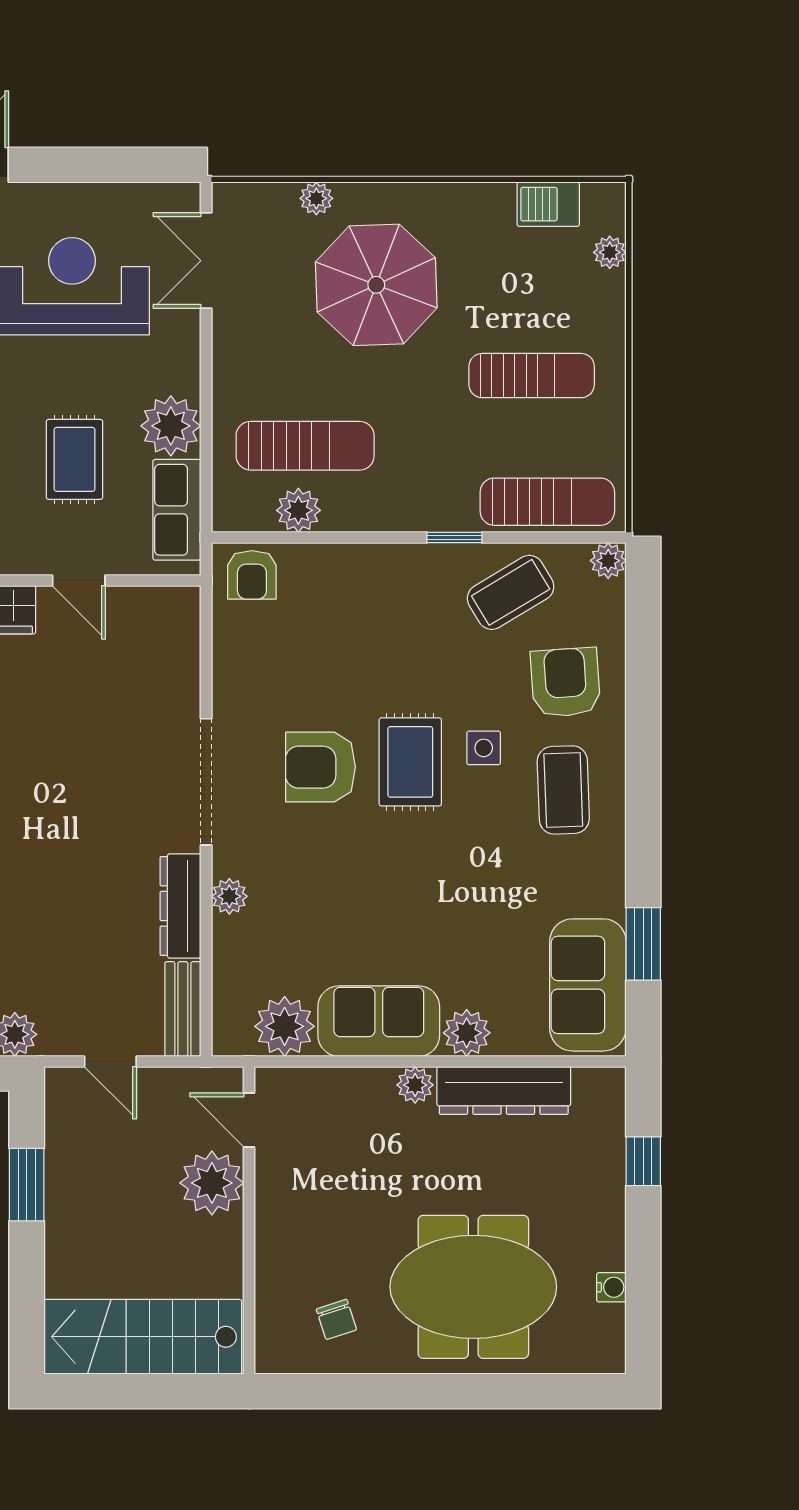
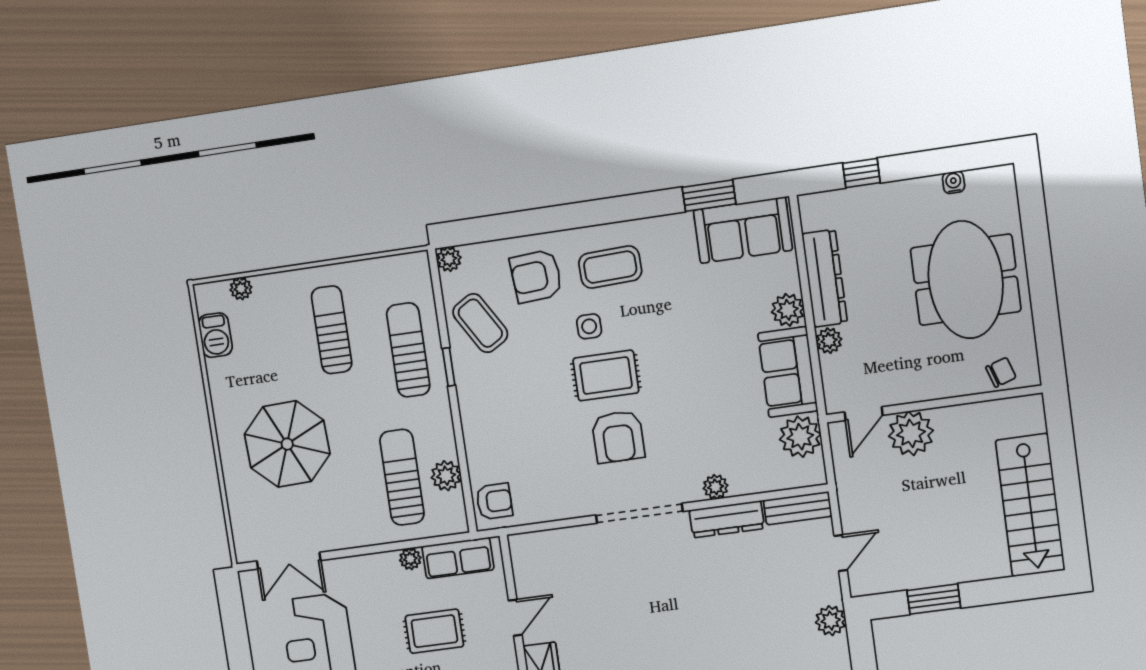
plant: (316, 198) -> (236, 492), removed
plant: (171, 426) -> (410, 559), width x0.53, depth x0.53
sun lounger: (547, 502) -> (408, 350), moved
door: (249, 1120) -> (864, 414), moved
plant: (212, 1183) -> (911, 433), moved
wall: (249, 1220) -> (934, 404), moved

